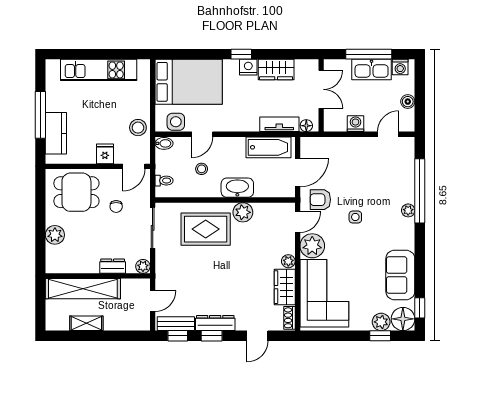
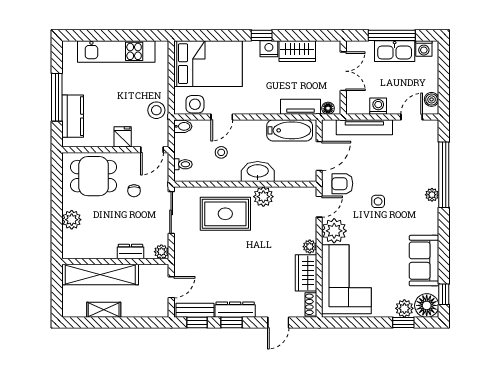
boiler: (408, 102) -> (432, 99), moved
tv unit: (342, 144) -> (364, 127), added

